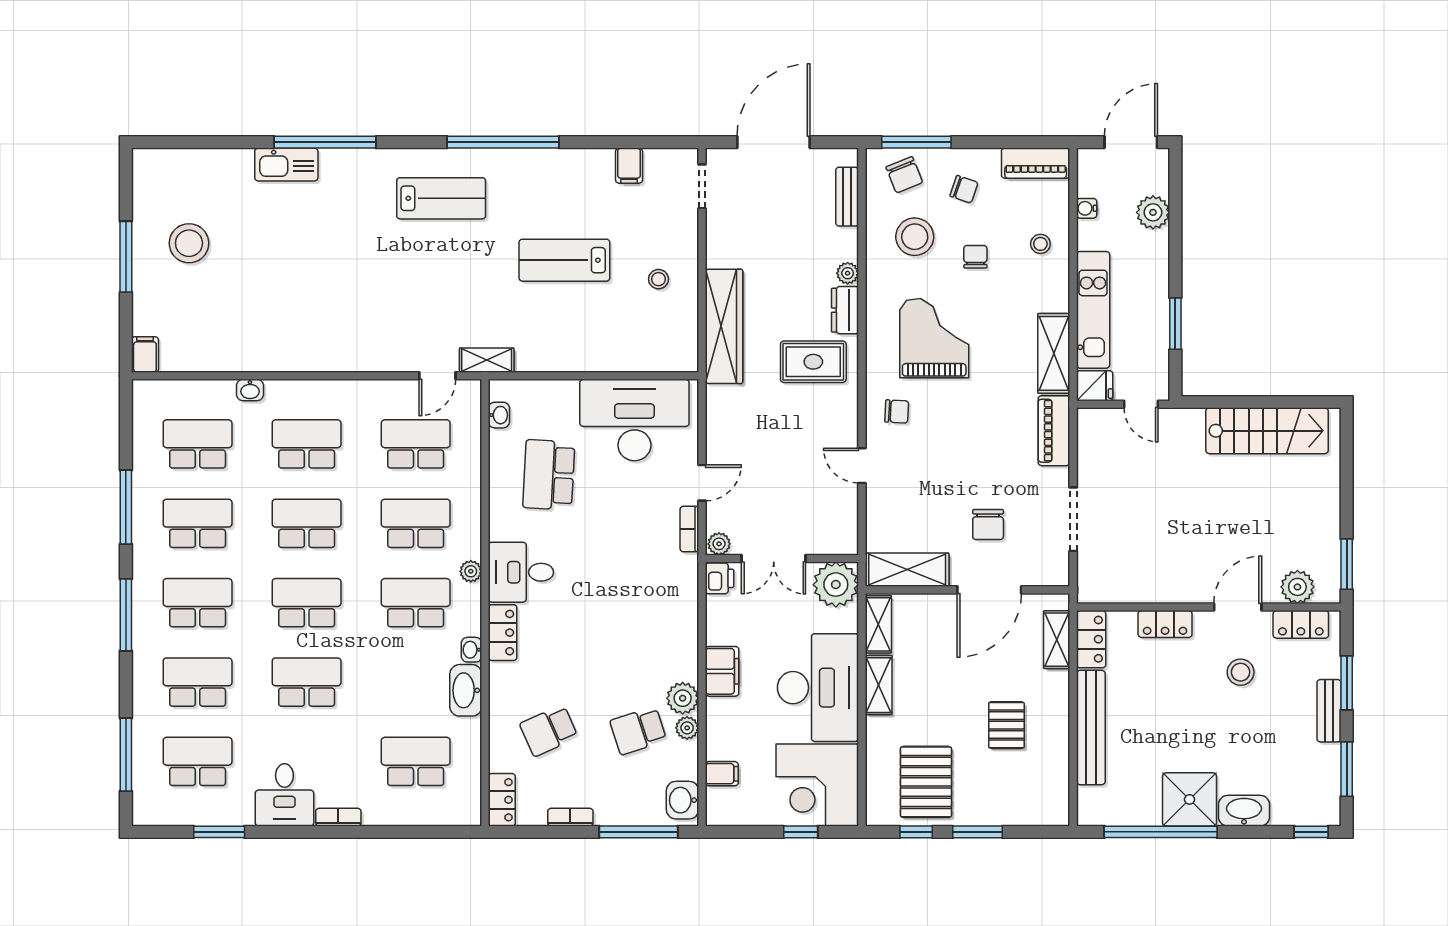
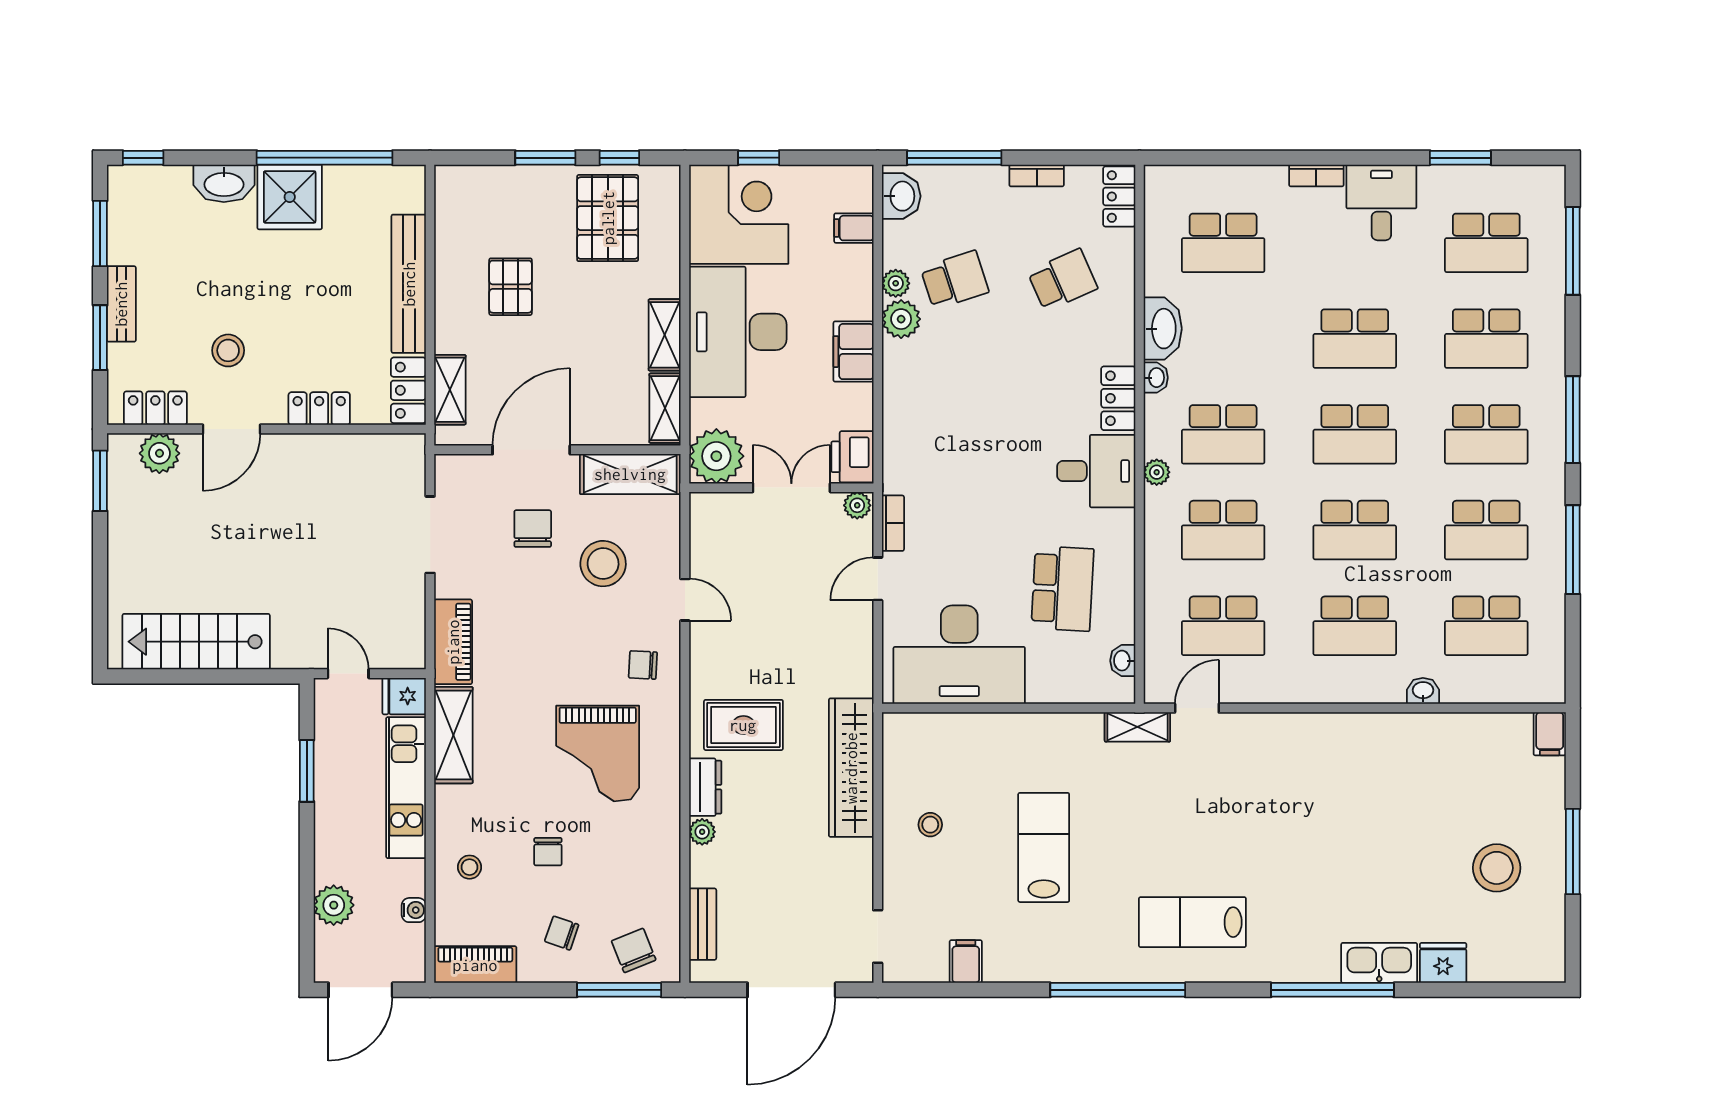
fridge: (233, 164) -> (1443, 963), added
stool: (915, 237) -> (603, 564), moved
lab bench: (564, 260) -> (1044, 847), turned -90
printer: (720, 578) -> (852, 457), width x1.36, depth x1.24

